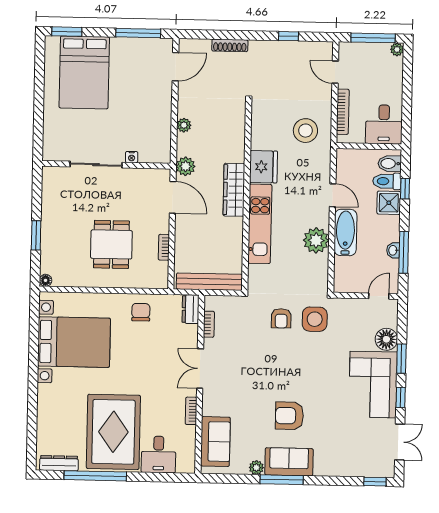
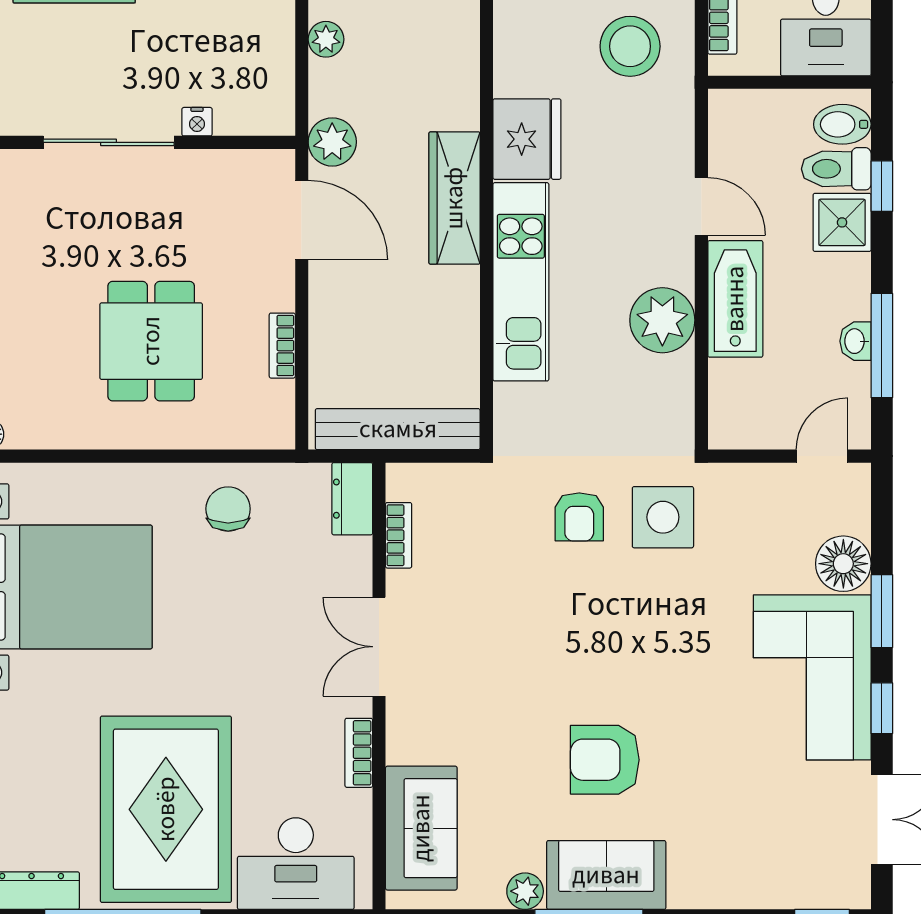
desk: (159, 455) -> (296, 864), width x1.37

